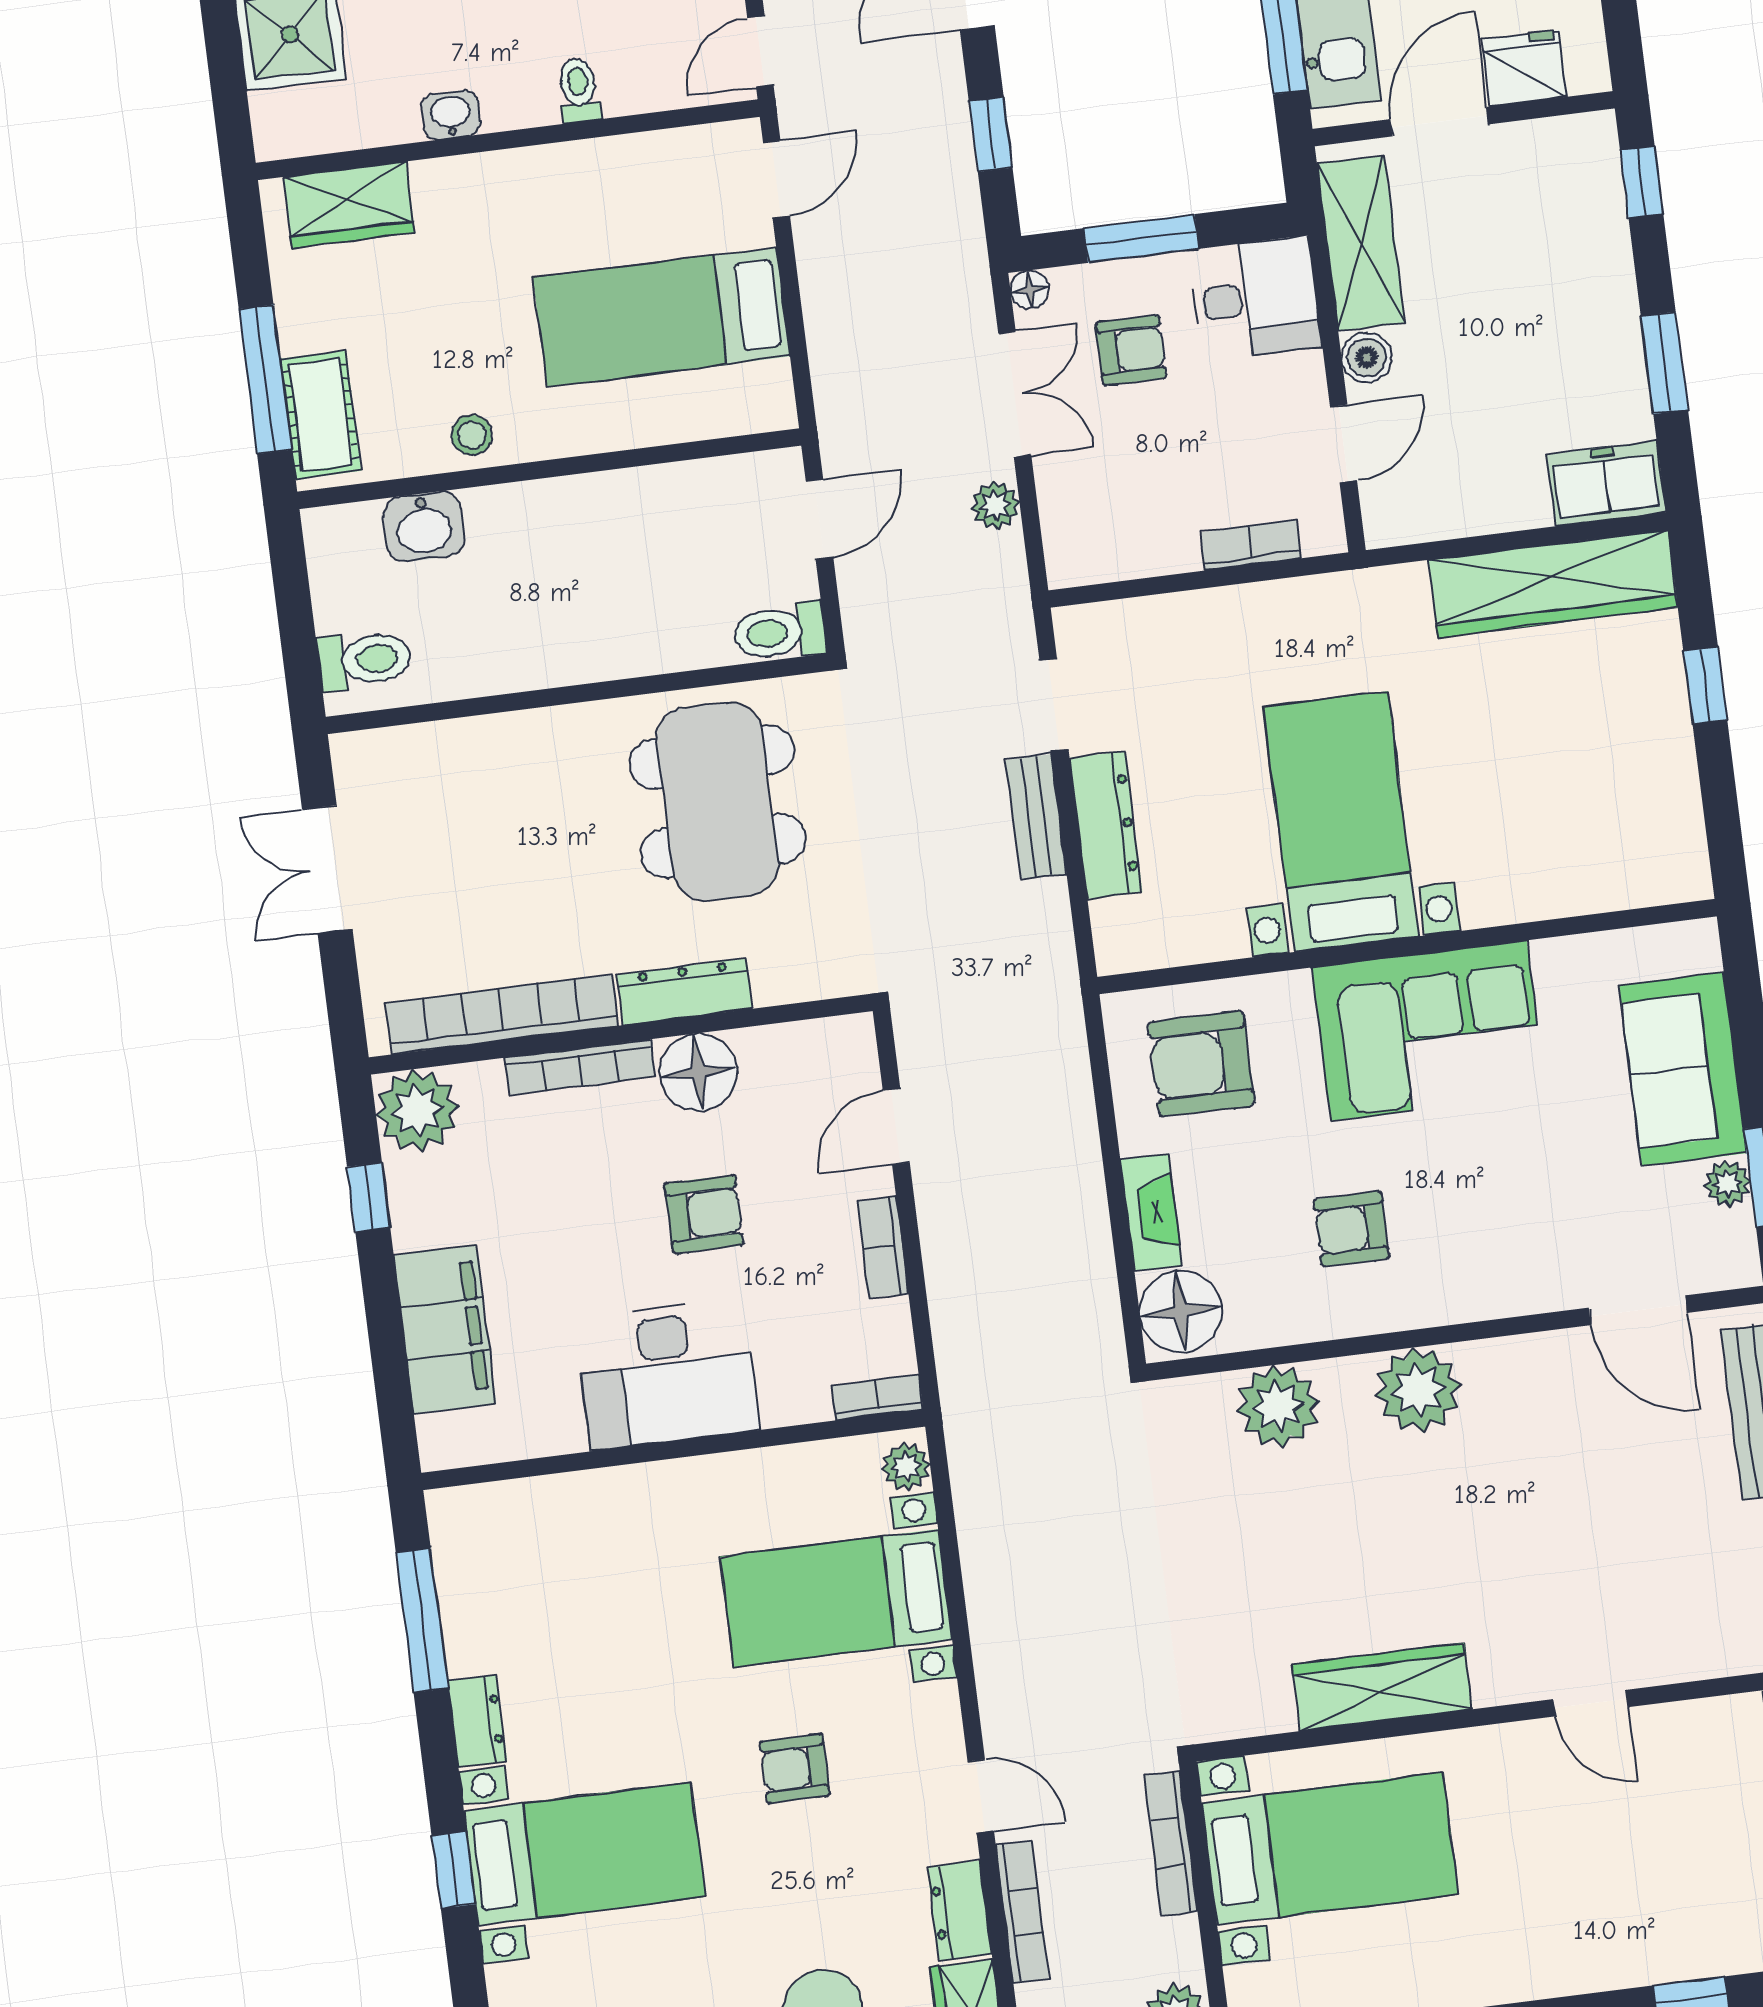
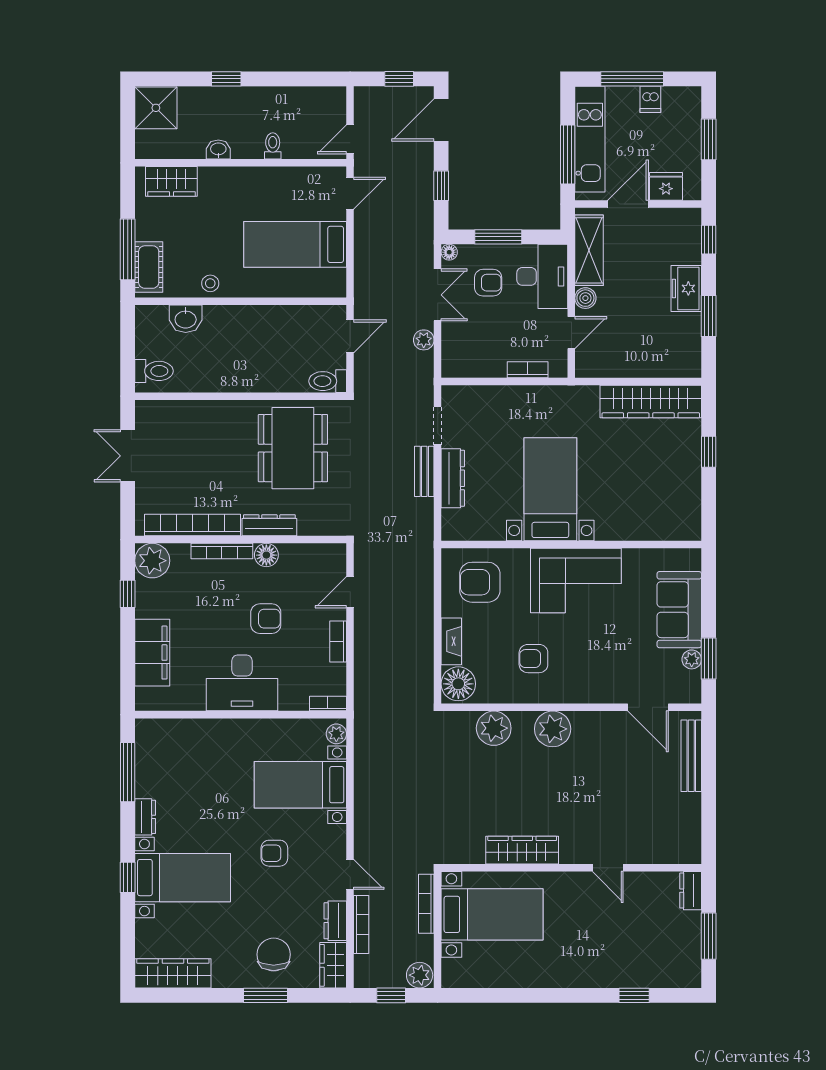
desk: (1255, 298) -> (542, 276), width x1.37
freezer: (1606, 483) -> (686, 288), moved, turned -90
floor lamp: (698, 1072) -> (266, 555), width x0.73, depth x0.73

